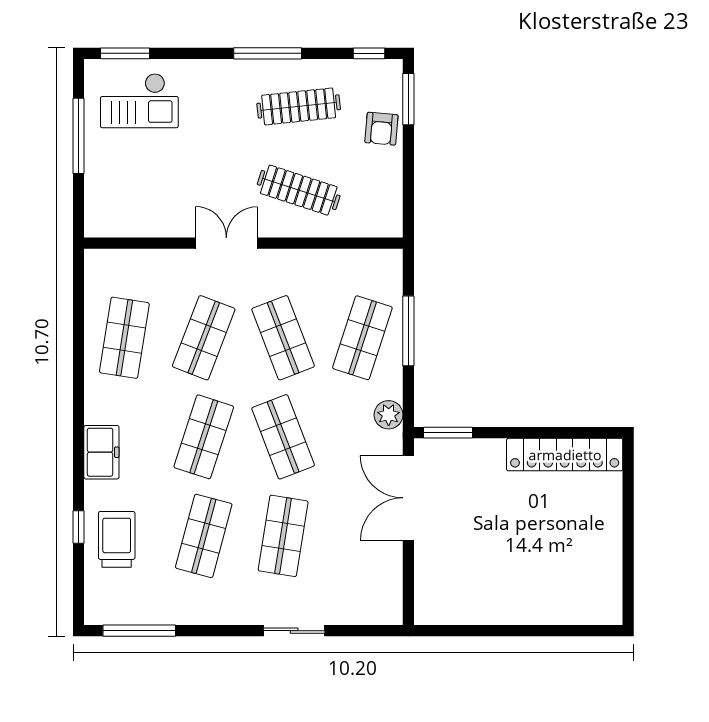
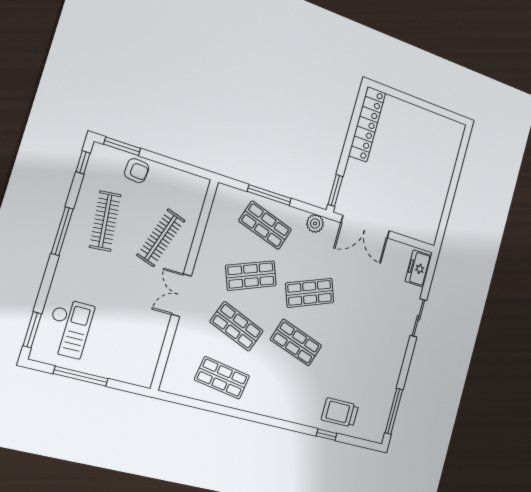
freezer: (101, 452) -> (418, 268), moved, turned -90
shop shelf: (204, 536) -> (353, 358), removed
shop shelf: (283, 536) -> (366, 309), removed

